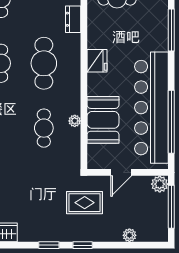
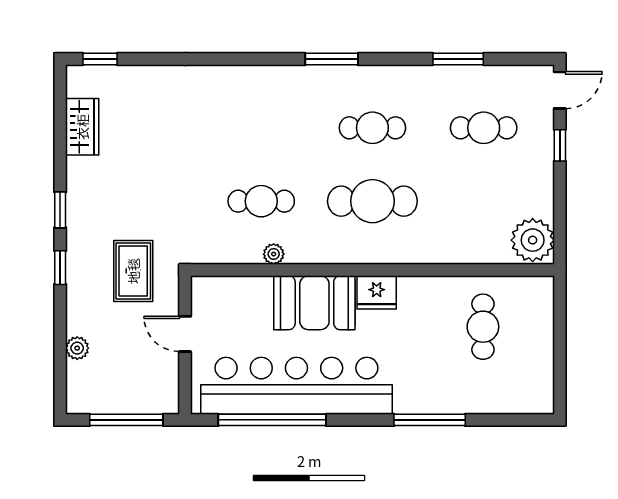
dresser: (73, 19) -> (448, 252), removed
booth: (103, 120) -> (314, 303), moved
plant: (160, 184) -> (165, 400), removed

